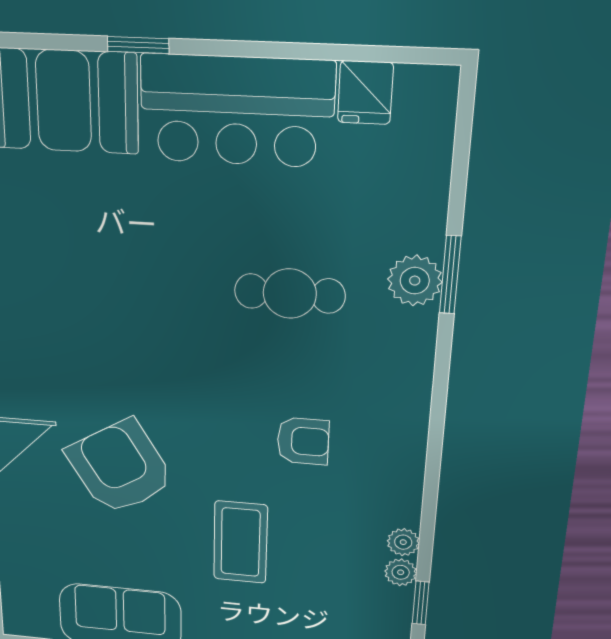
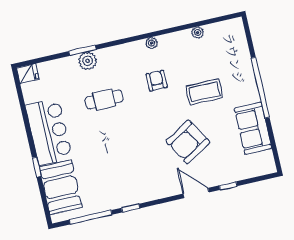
fridge: (365, 93) -> (28, 74), moved
cafe table: (290, 294) -> (104, 99), turned 90
plant: (403, 542) -> (152, 43), moved
window: (421, 603) -> (208, 22), removed

